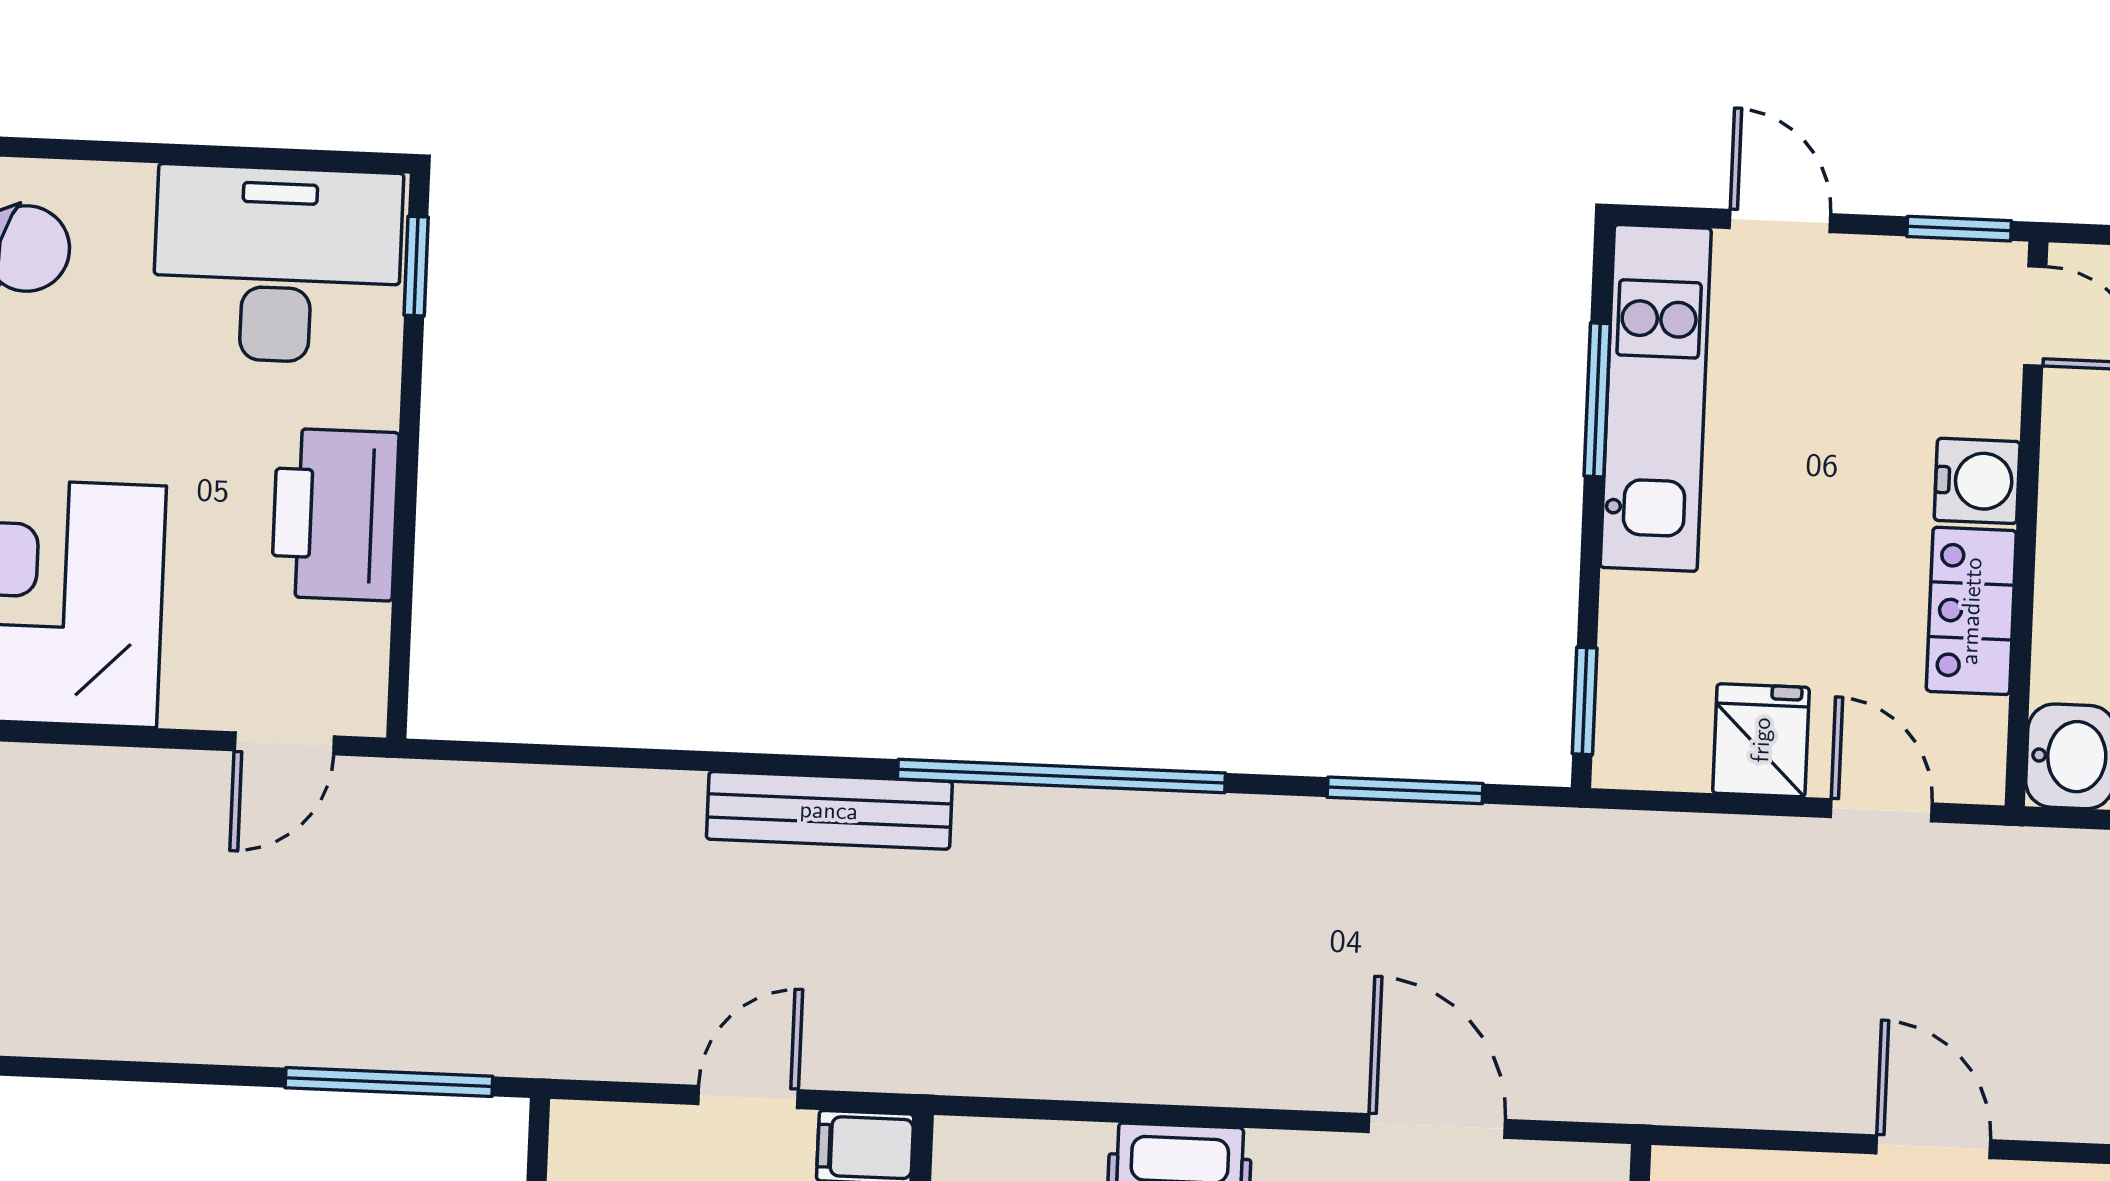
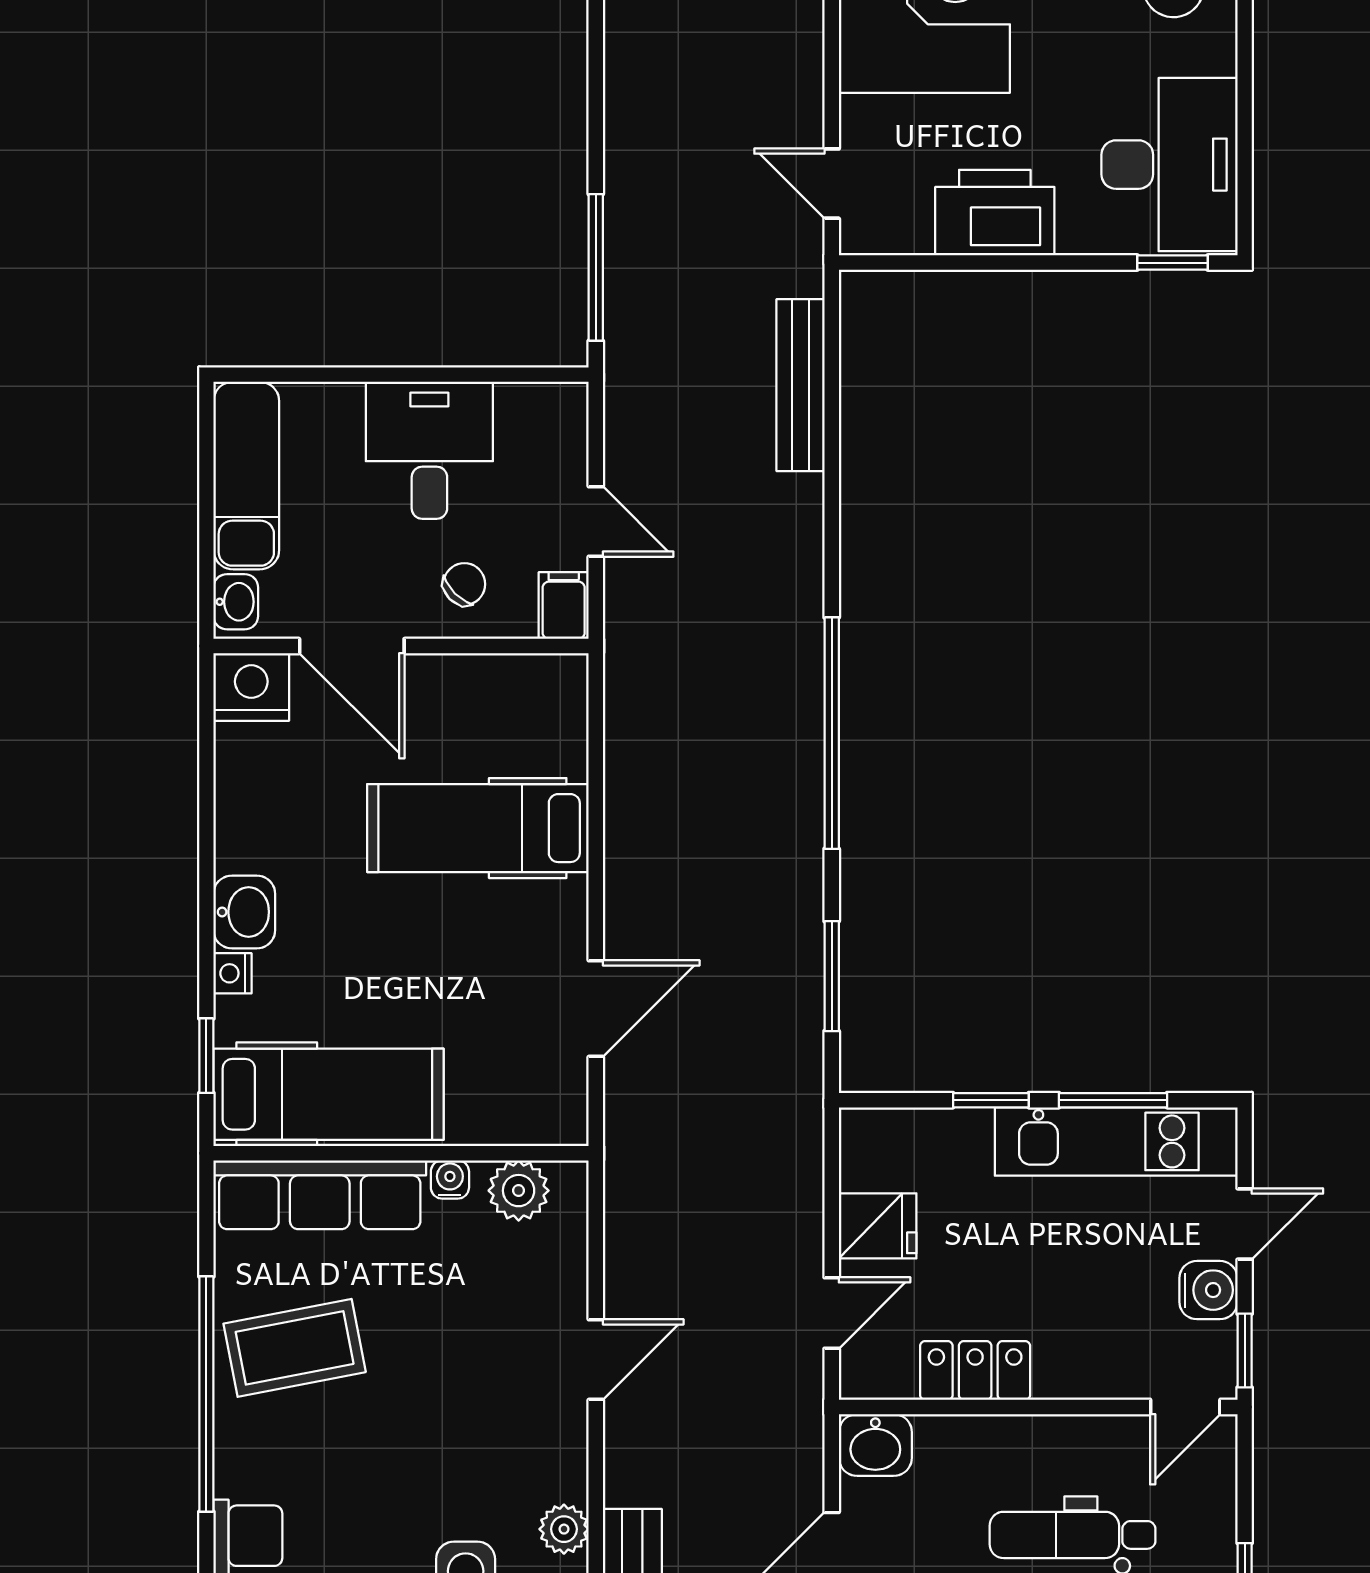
water cooler: (1977, 481) -> (1208, 1290), moved, turned -90
window: (1585, 701) -> (991, 1100), moved
bench: (829, 810) -> (801, 385), moved

